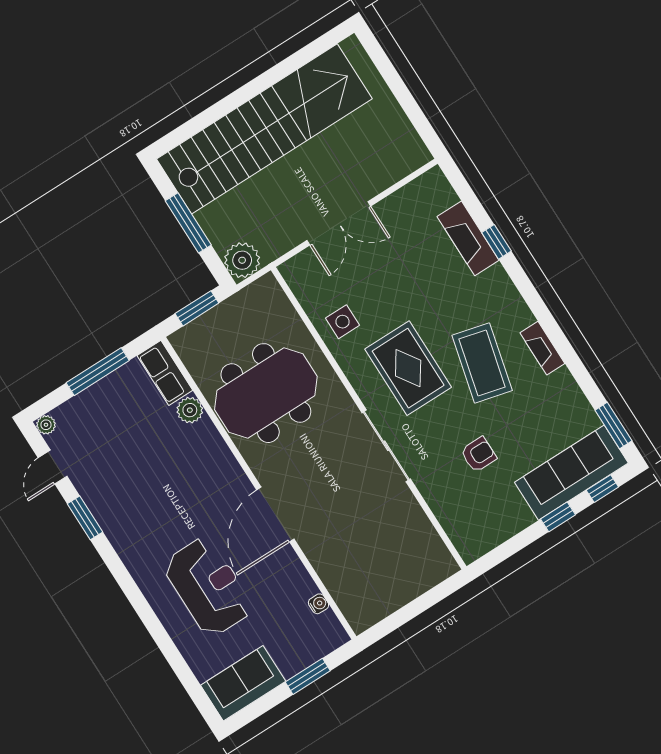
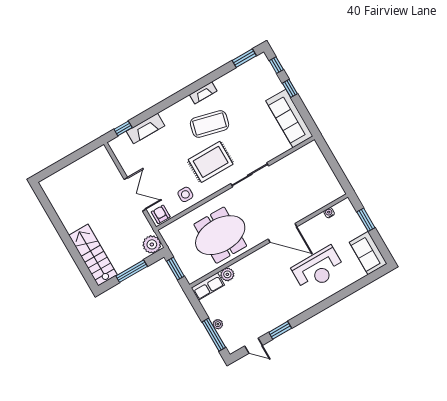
stairs: (264, 129) -> (93, 255), width x0.54, depth x0.66
window: (496, 242) -> (123, 128), moved
window: (98, 372) -> (214, 335), moved
meeting table: (266, 393) -> (220, 235), turned 90
plant: (46, 425) -> (218, 324), moved
armchair: (479, 455) -> (161, 214), moved
sofa: (571, 473) -> (289, 119), moved
reception desk: (208, 587) -> (318, 269), turned 180

